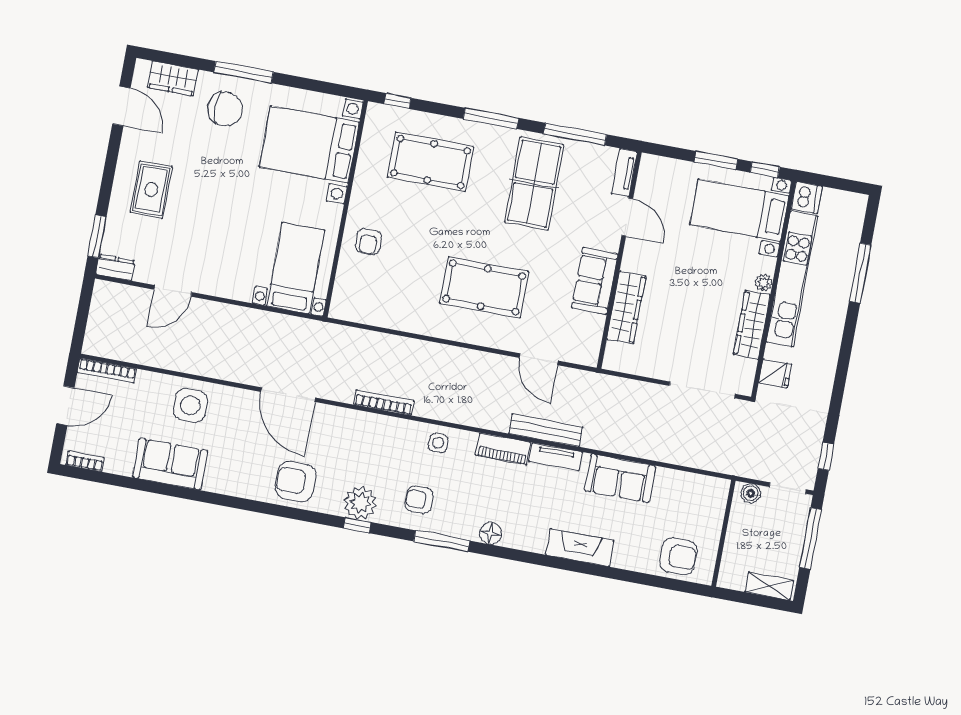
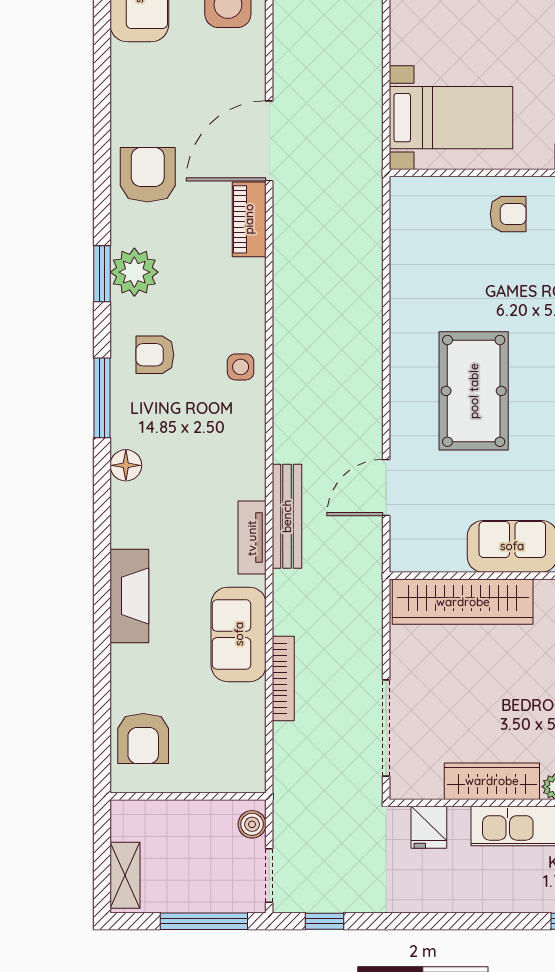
armchair: (368, 241) -> (508, 214), turned 180
wardrobe: (626, 308) -> (463, 602), width x1.40, depth x1.17
bookcase: (384, 403) -> (283, 679), moved
piano: (503, 449) -> (249, 219), moved
armchair: (419, 500) -> (155, 355), turned -90
window: (357, 525) -> (102, 274), width x1.50

